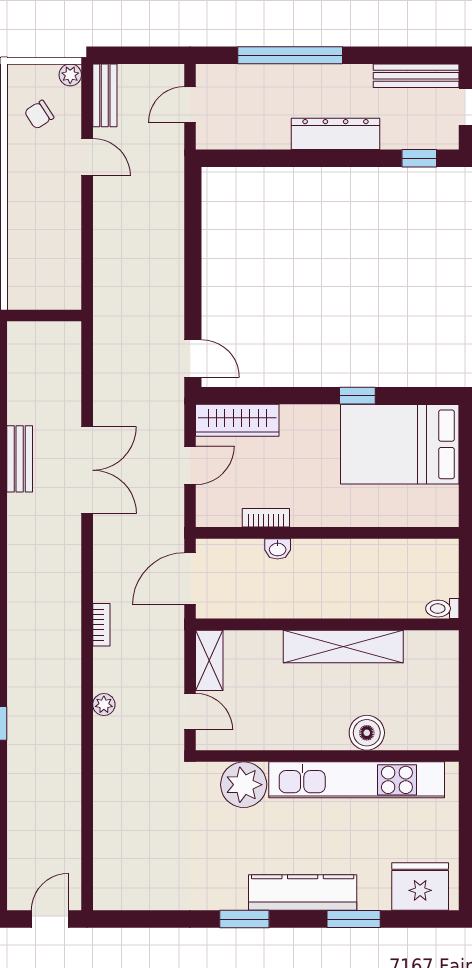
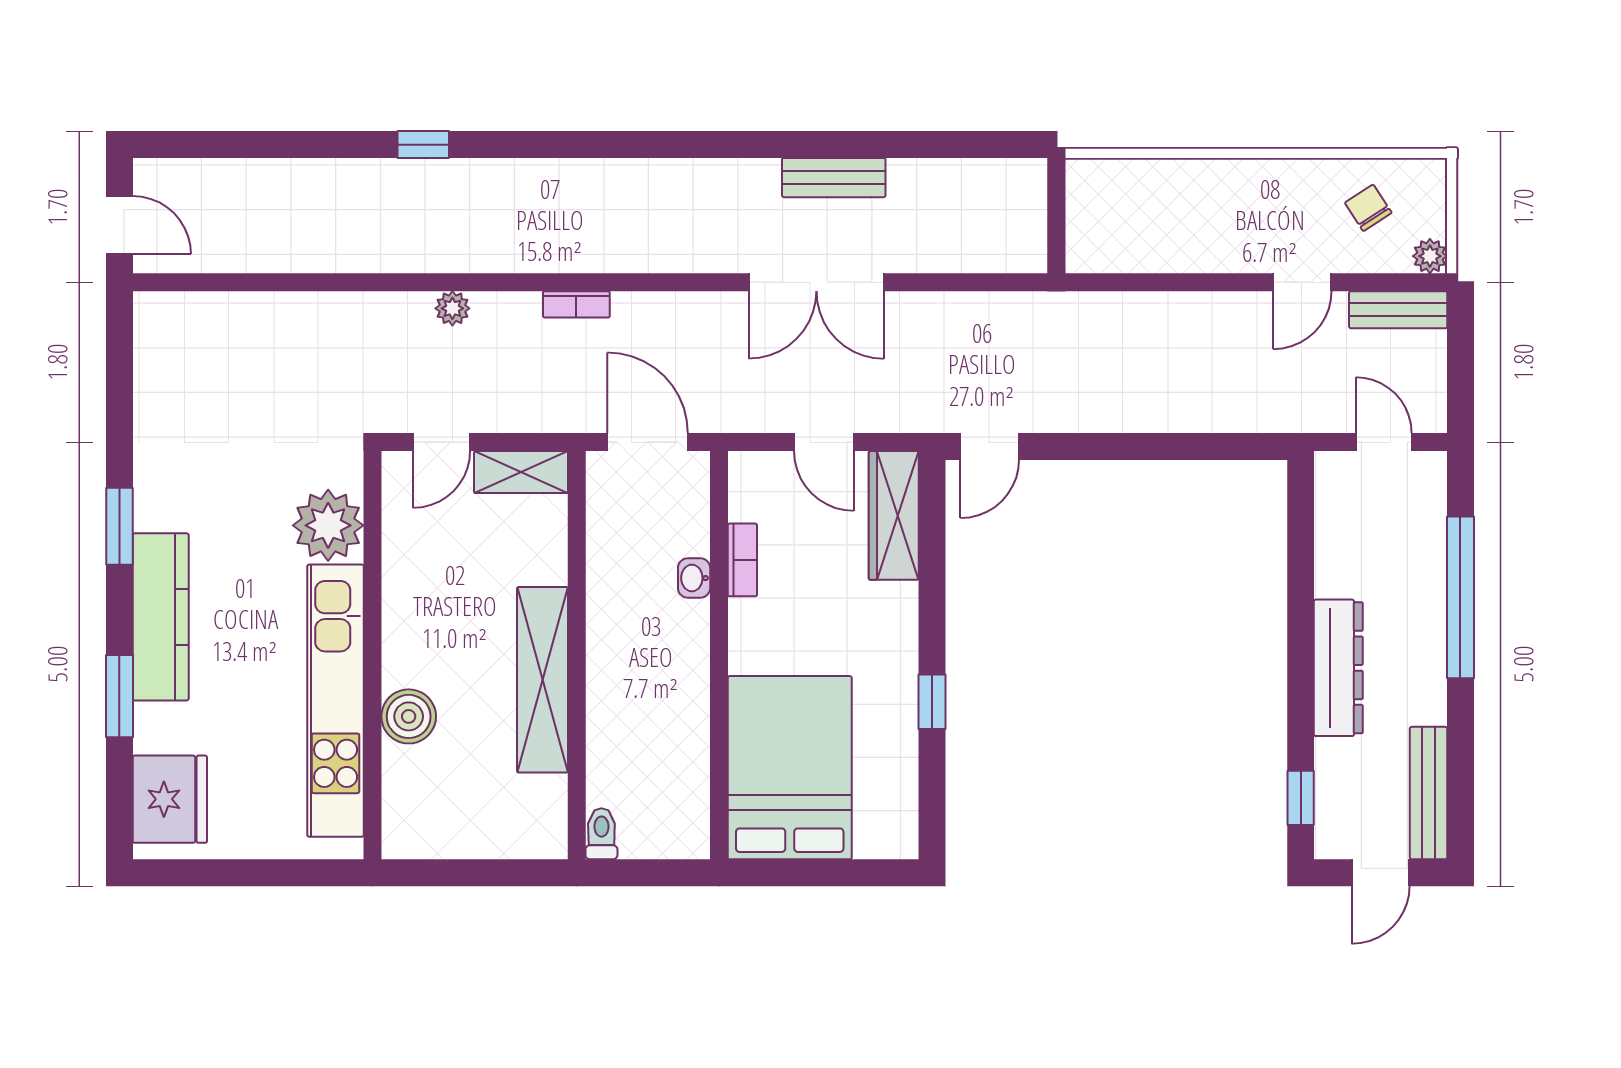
bed: (400, 444) -> (790, 768), moved

